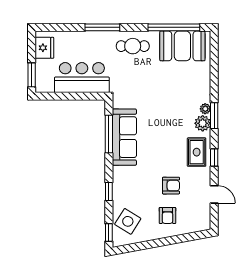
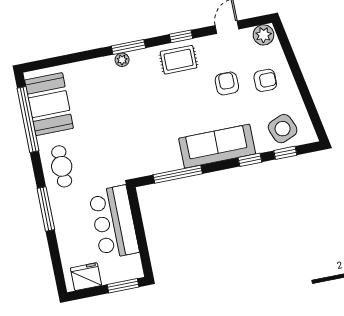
plant: (203, 123) -> (263, 35), moved
sofa: (124, 137) -> (217, 146), moved
side table: (128, 221) -> (283, 129), turned 36
window: (109, 233) -> (285, 153), moved

